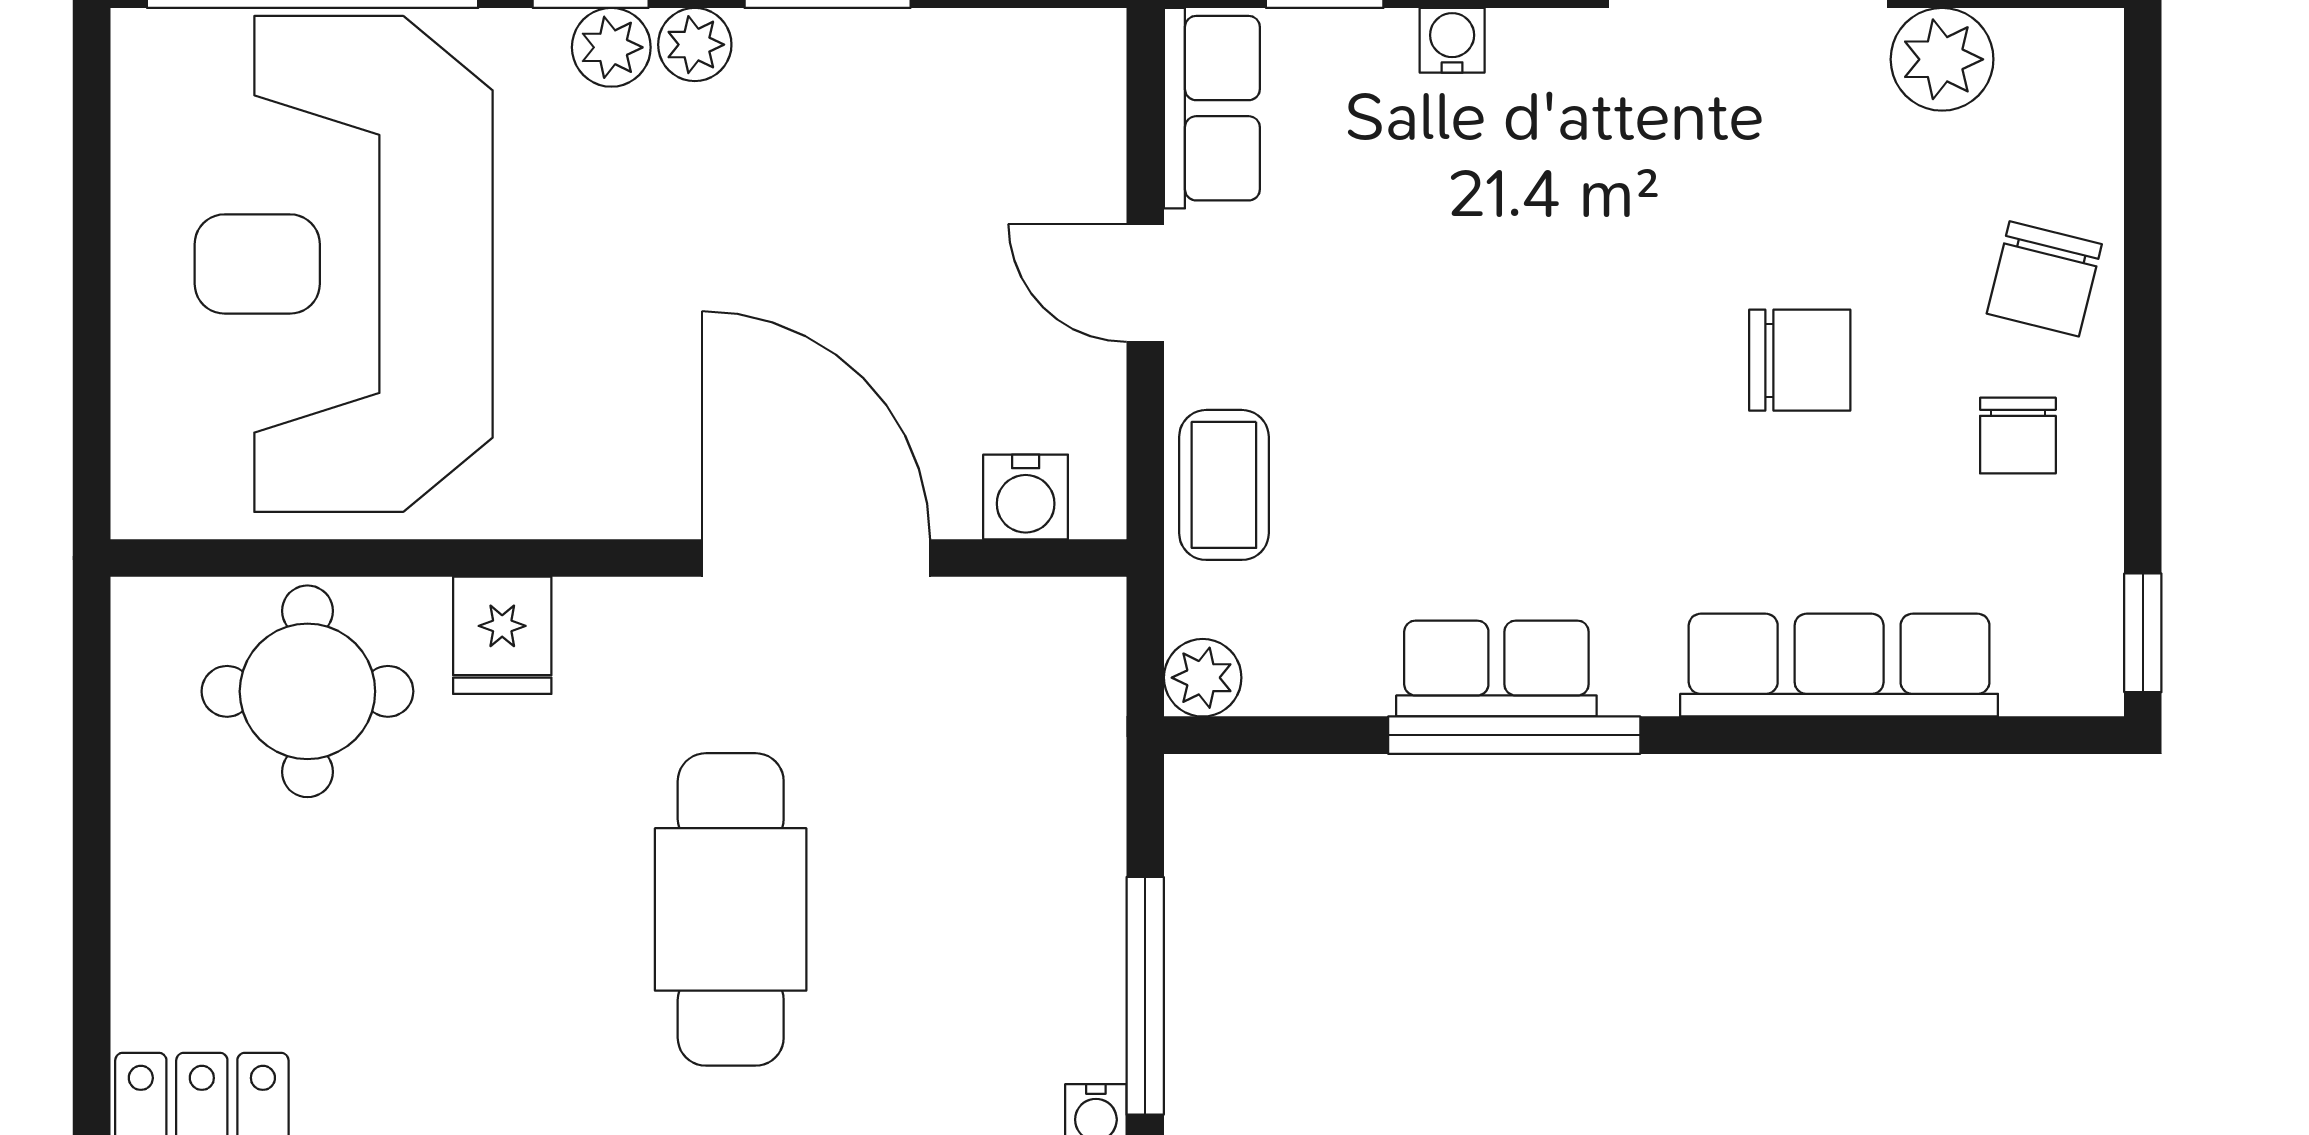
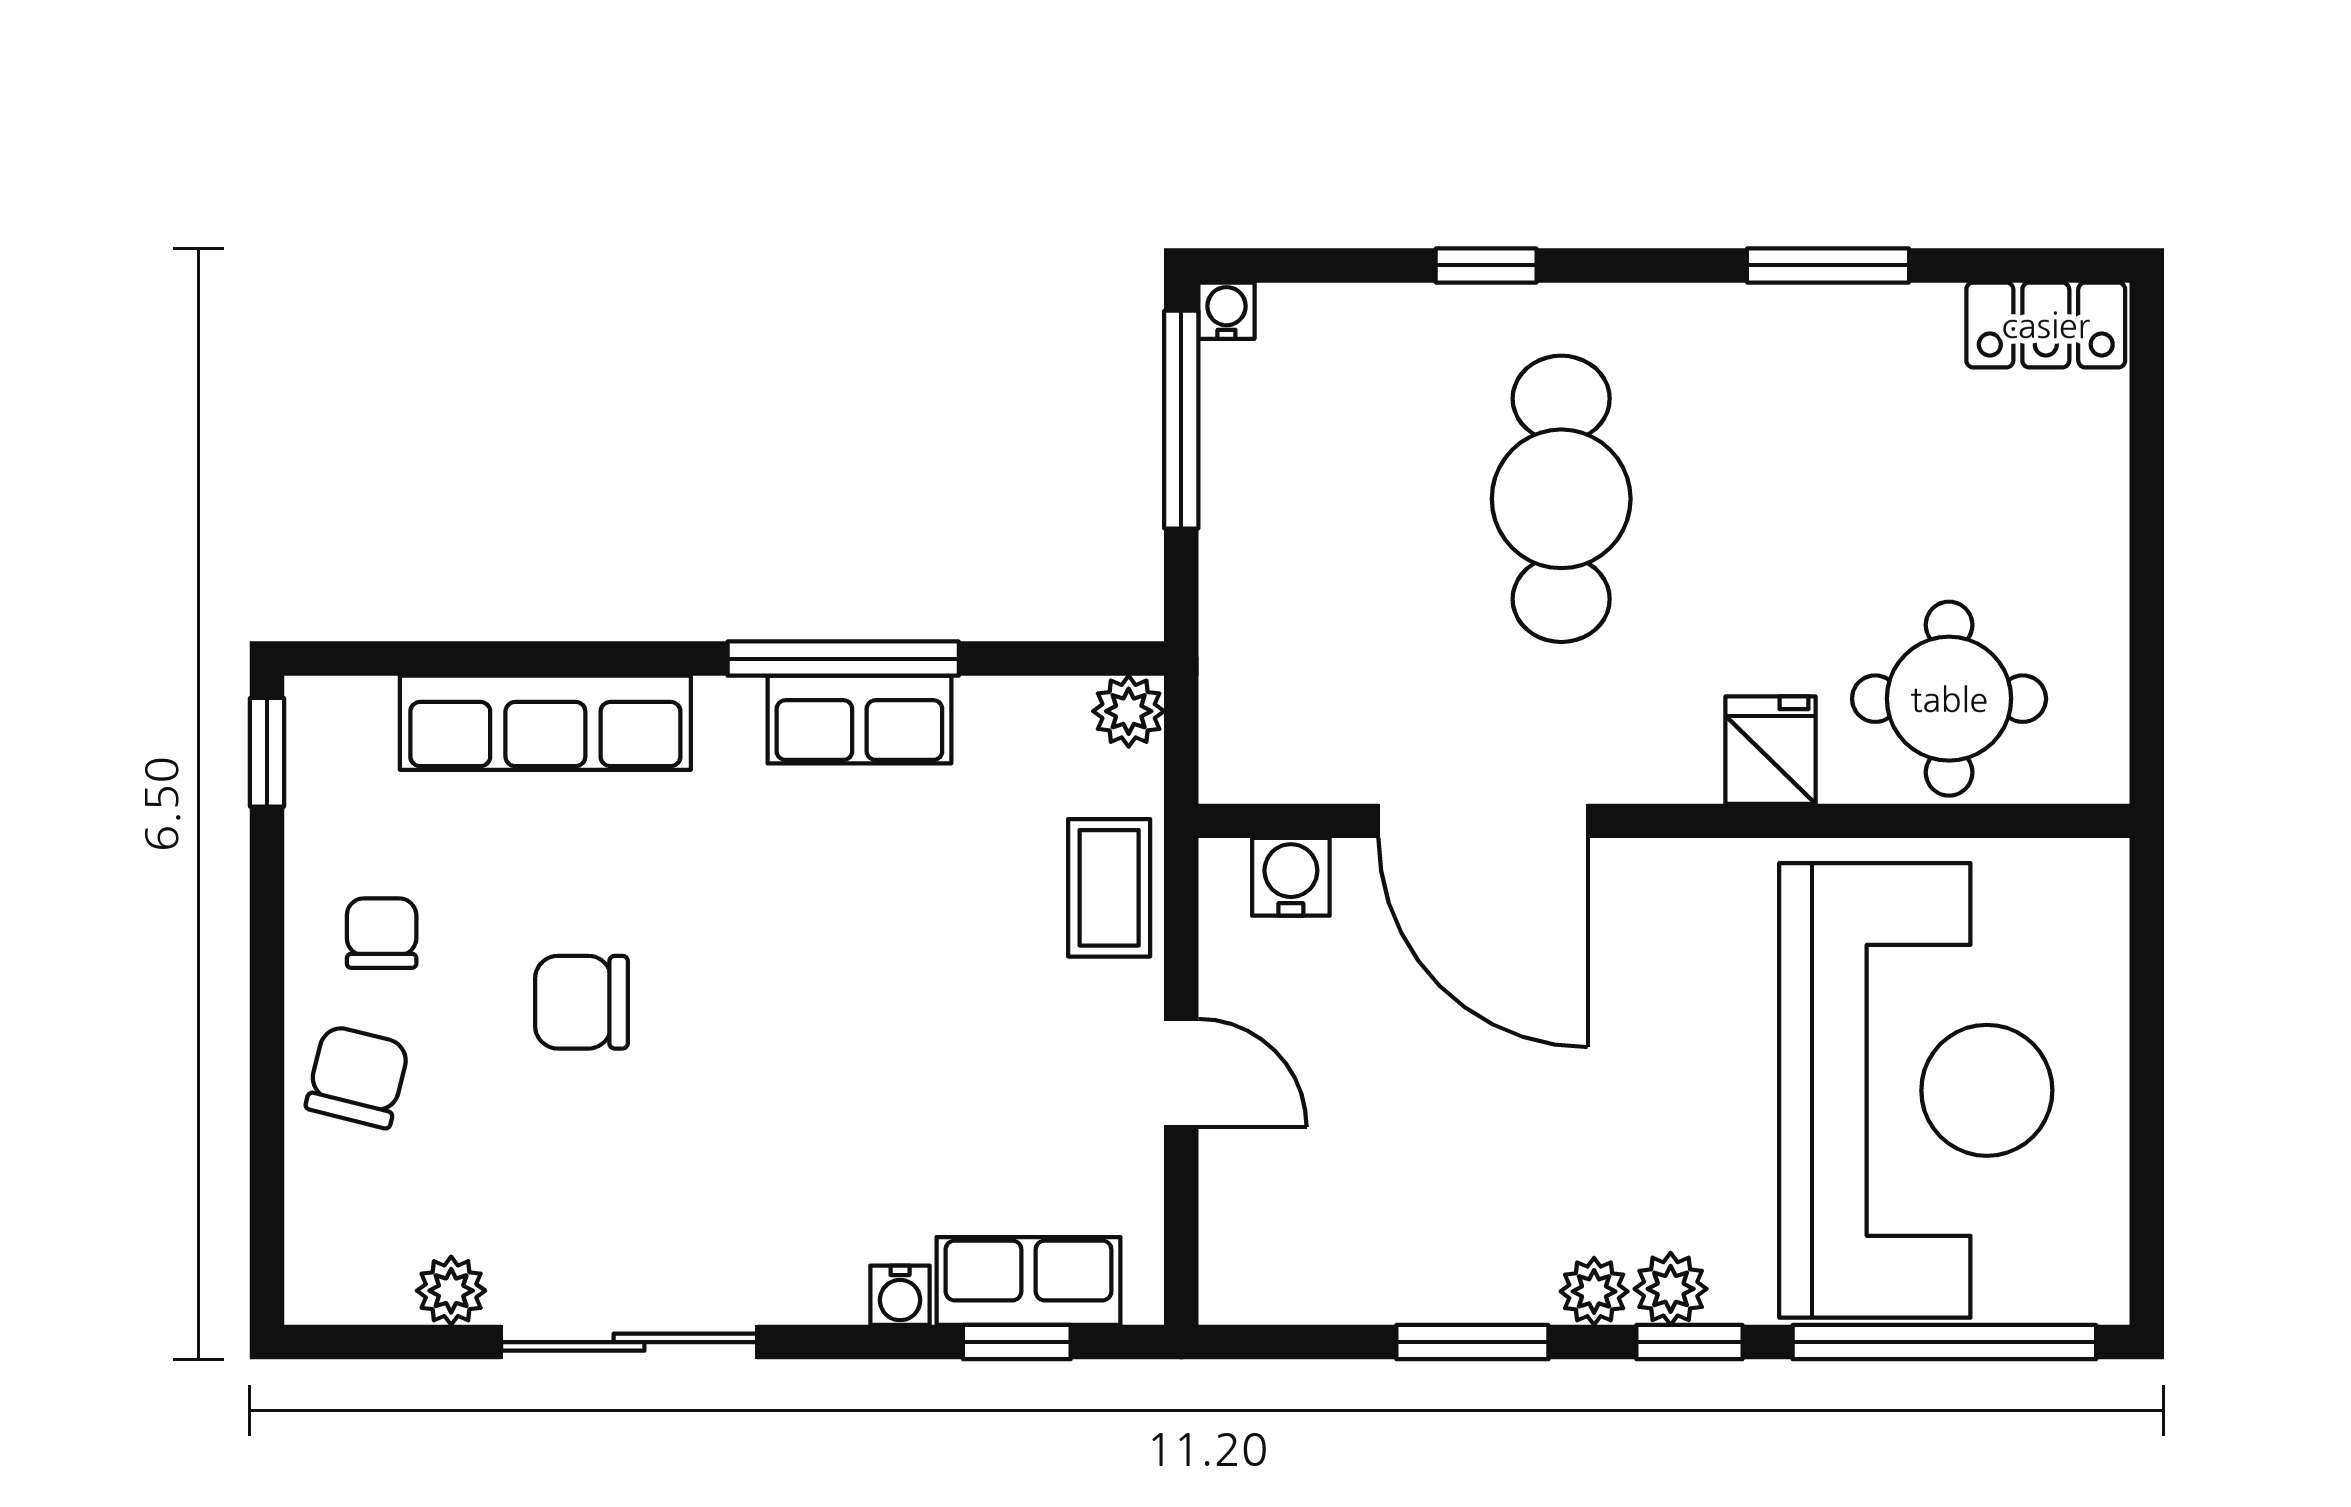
plant: (1942, 59) -> (451, 1291), width x0.73, depth x0.73
row of seats: (1212, 108) -> (1028, 1281), moved, turned 90

